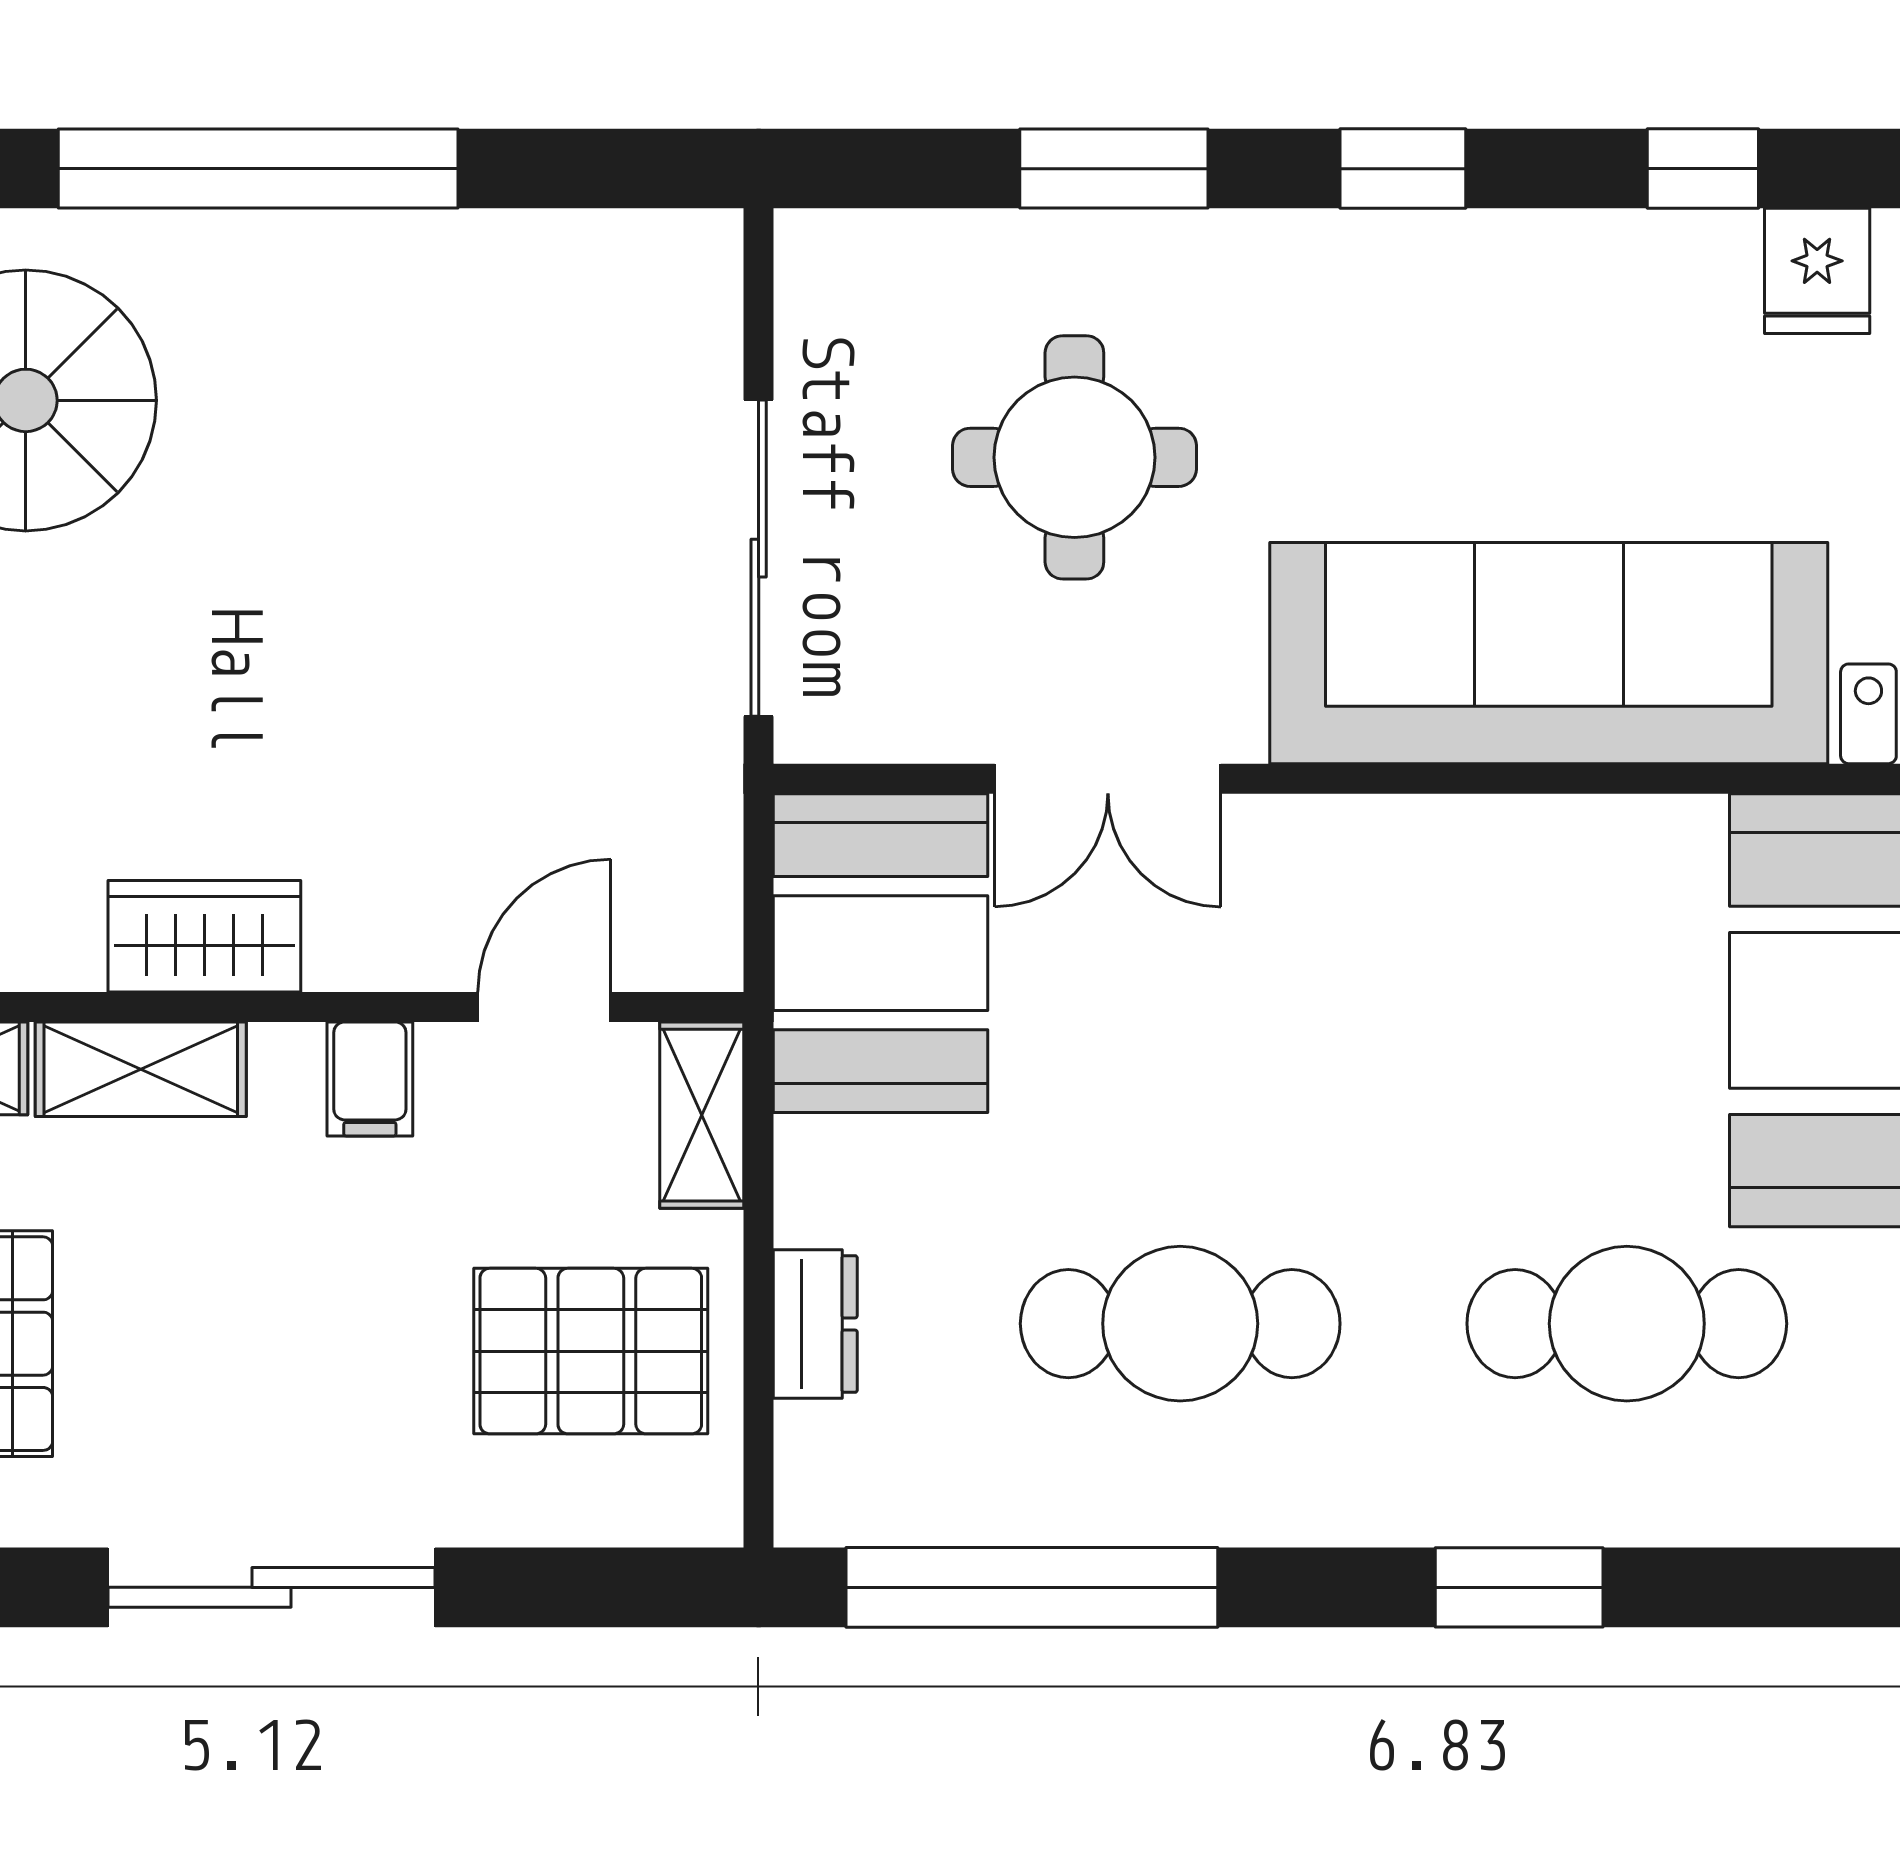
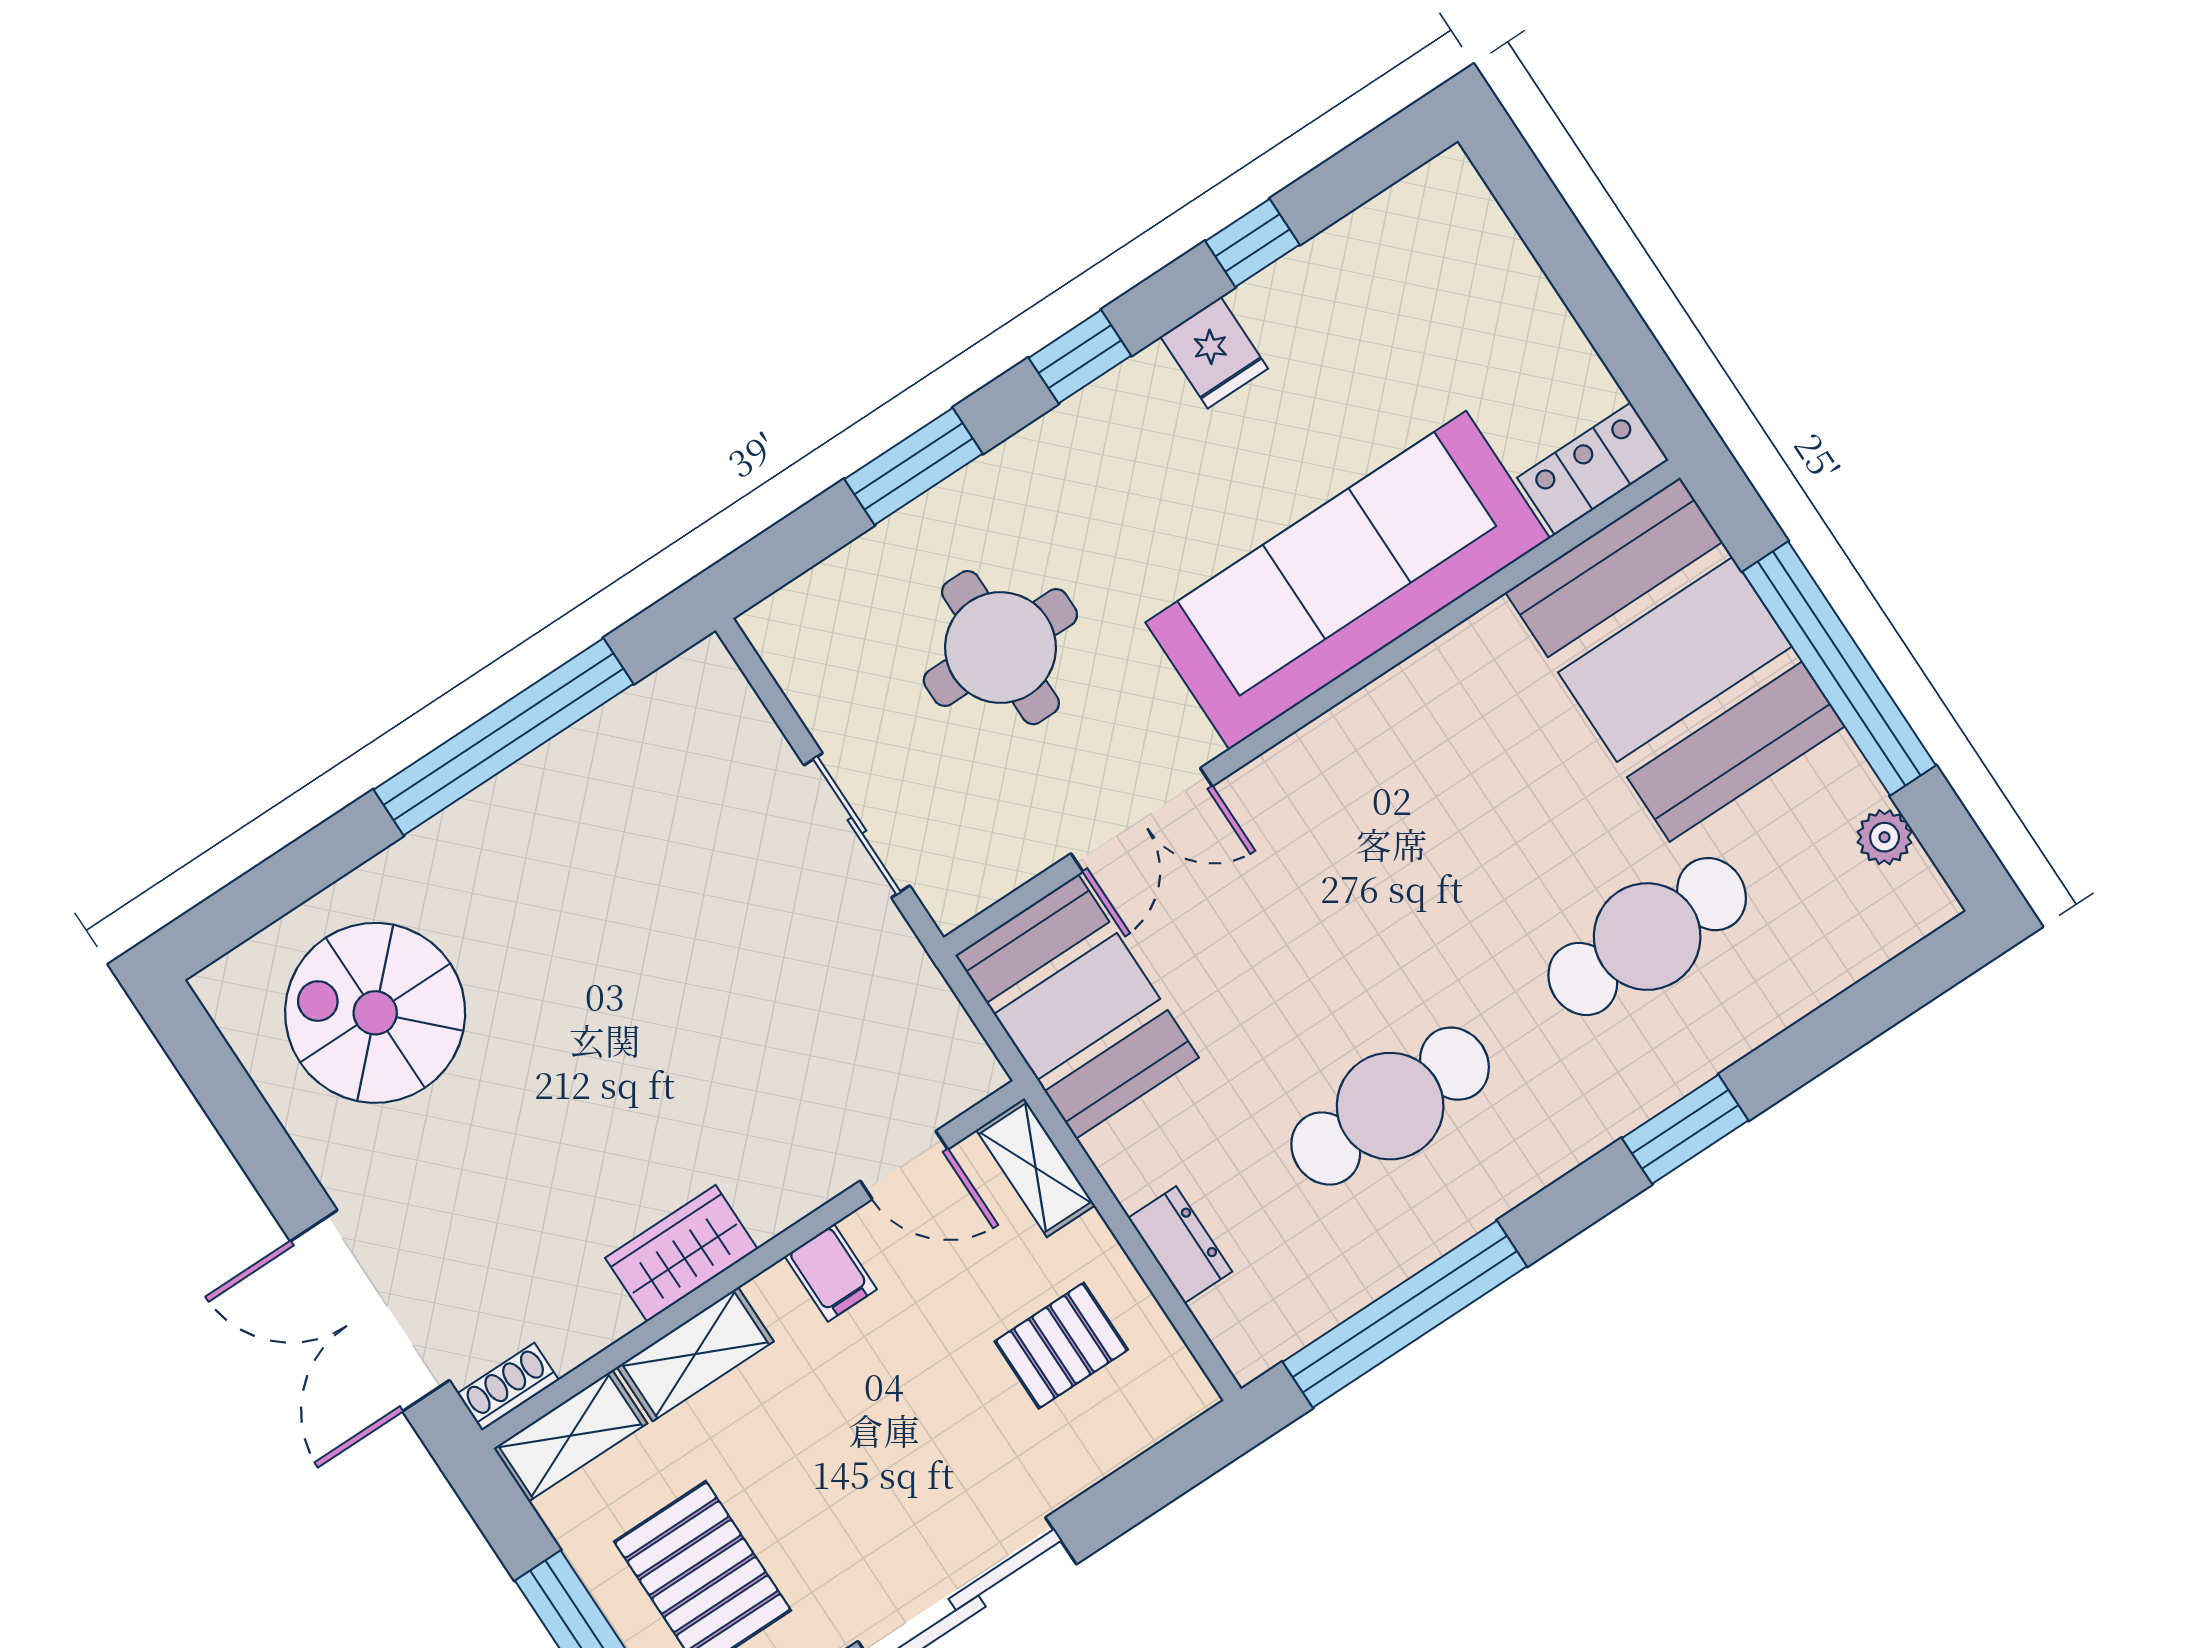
window: (258, 169) -> (503, 737), moved
fridge: (1817, 271) -> (1214, 353), moved
sliding door: (759, 558) -> (857, 825), width x0.73
door: (544, 1007) -> (904, 1165), swing flipped
pallet: (591, 1351) -> (1061, 1346), width x0.67, depth x0.71

